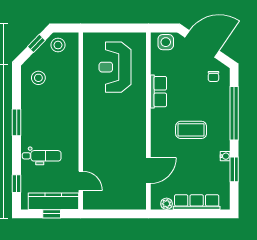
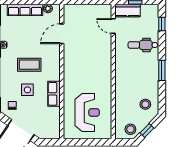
side table: (166, 42) -> (27, 90), moved
kitchen counter: (53, 201) -> (128, 10), width x0.67

